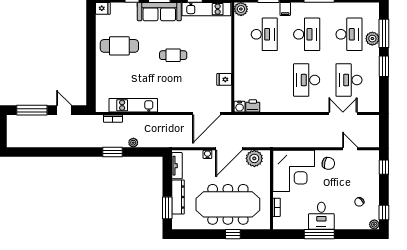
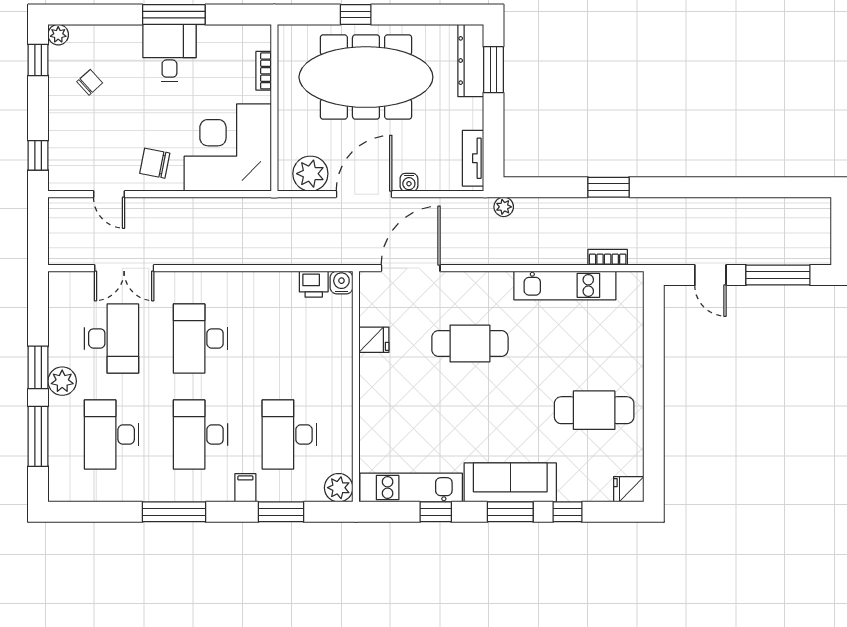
plant: (372, 39) -> (62, 381), moved
cafe table: (173, 55) -> (470, 343), moved, width x1.37, depth x1.35
desk: (307, 80) -> (200, 338), turned 180
plant: (133, 143) -> (504, 207), moved
dresser: (178, 197) -> (471, 61), moved

